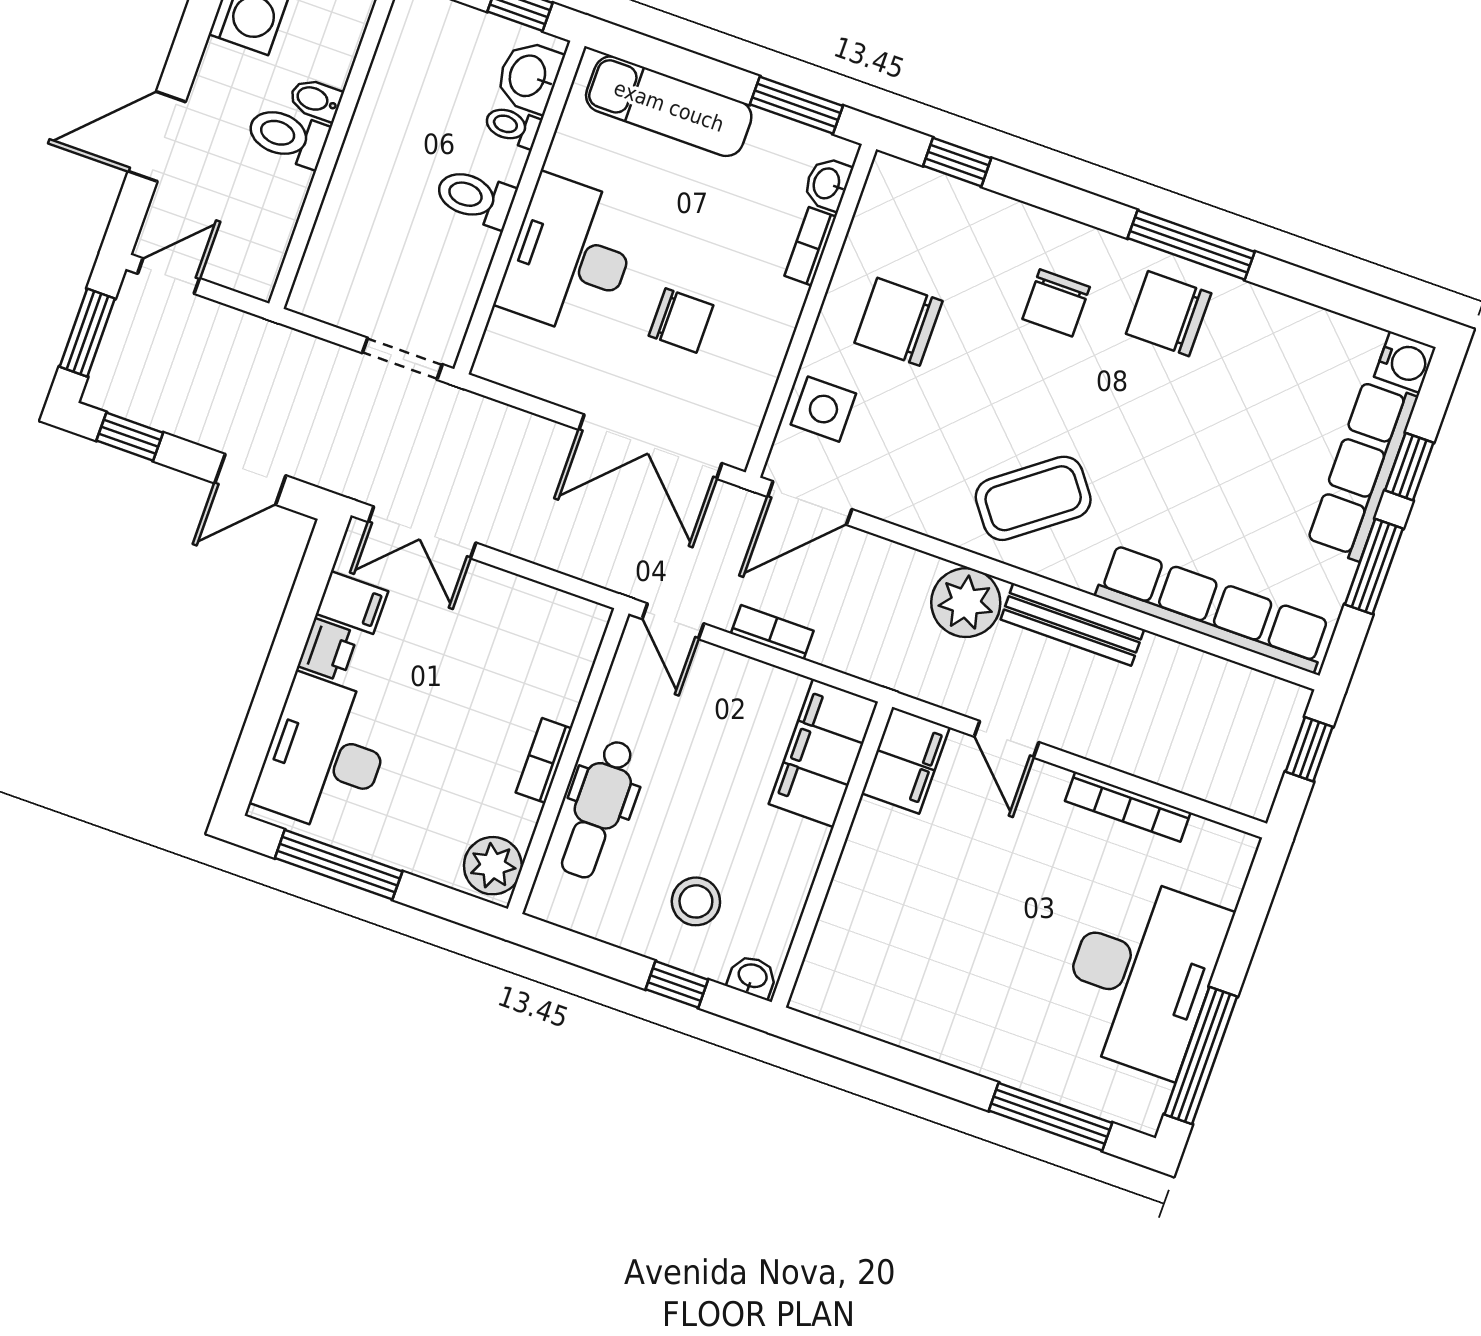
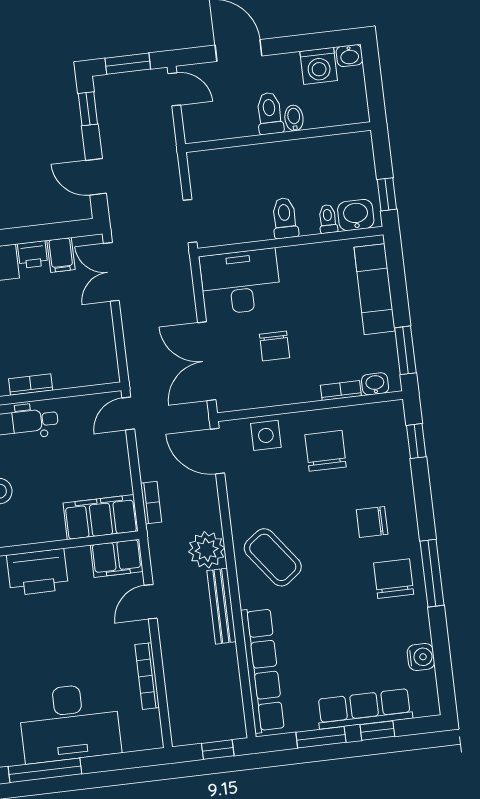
desk: (570, 256) -> (240, 282), moved
water cooler: (1405, 362) -> (421, 657), moved, turned -90
bookcase: (772, 632) -> (151, 503), moved
printer: (863, 904) -> (37, 572), added

